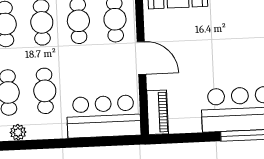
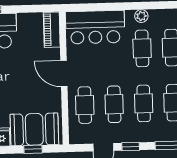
plant: (18, 132) -> (141, 16), moved

